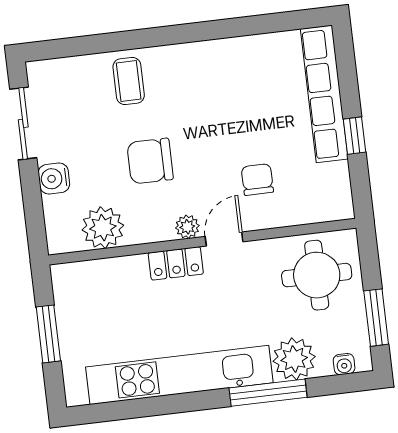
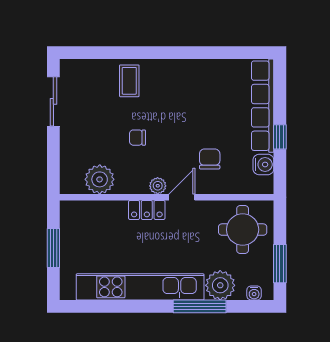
chair: (150, 161) -> (137, 138), width x0.54, depth x0.54
water cooler: (54, 178) -> (263, 164), moved, turned 180

